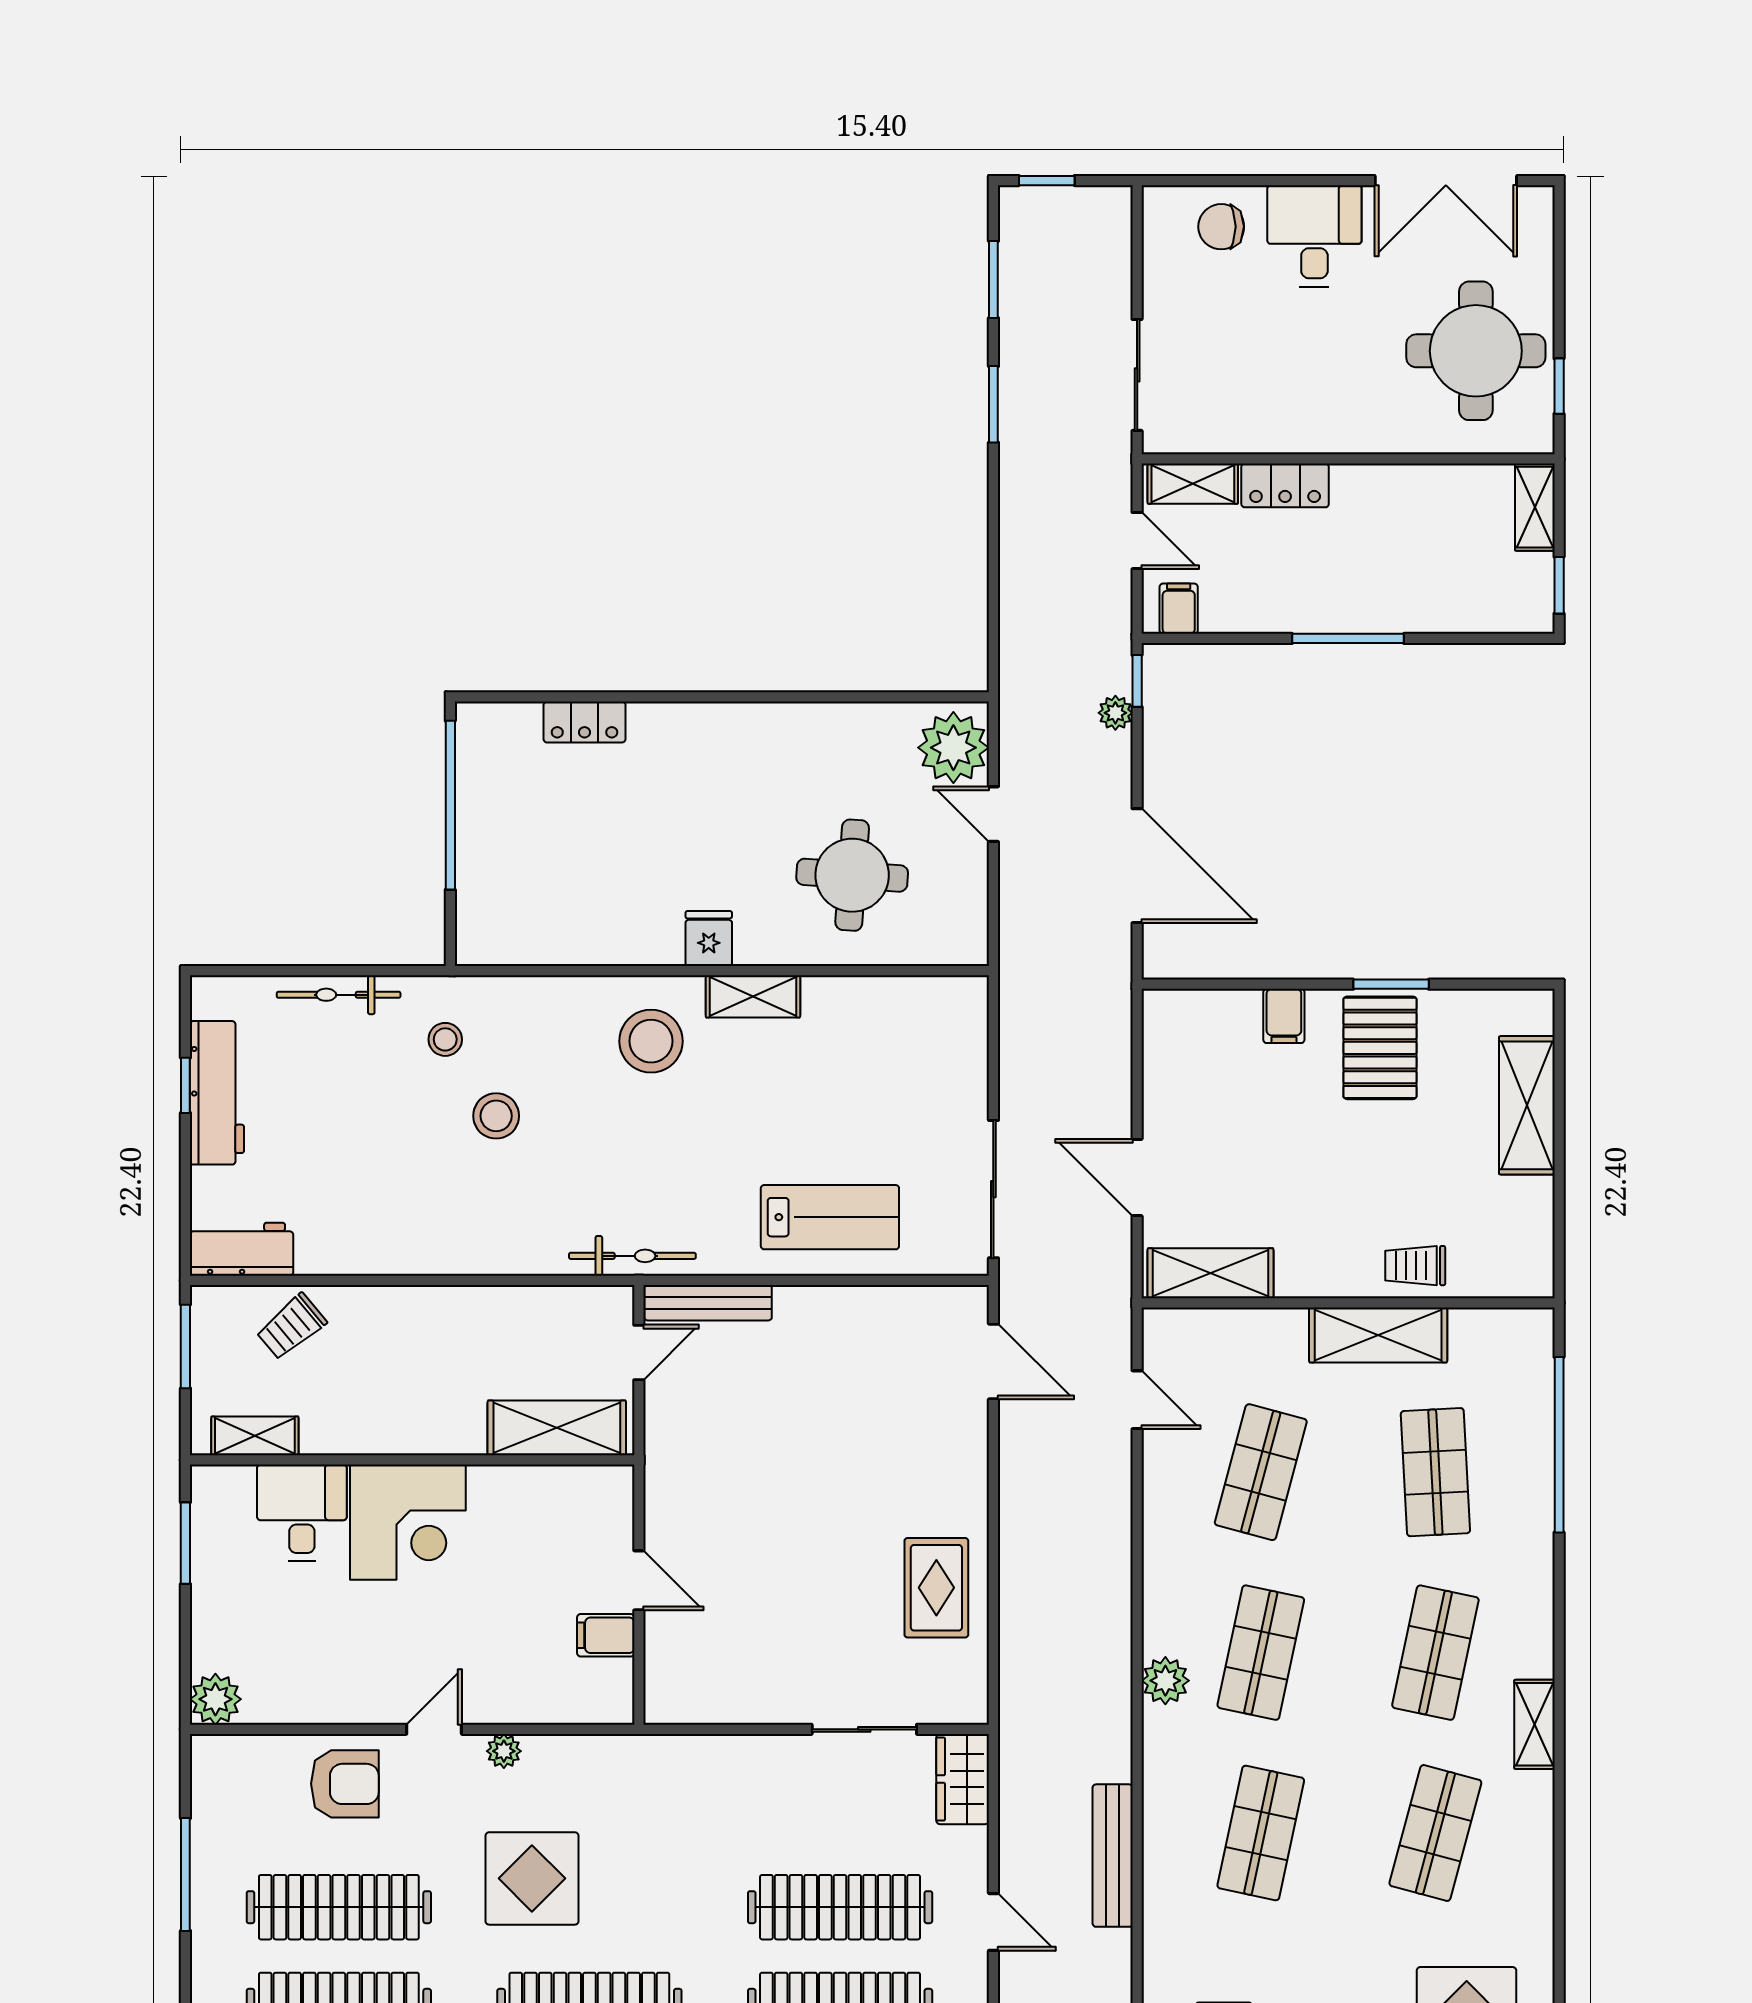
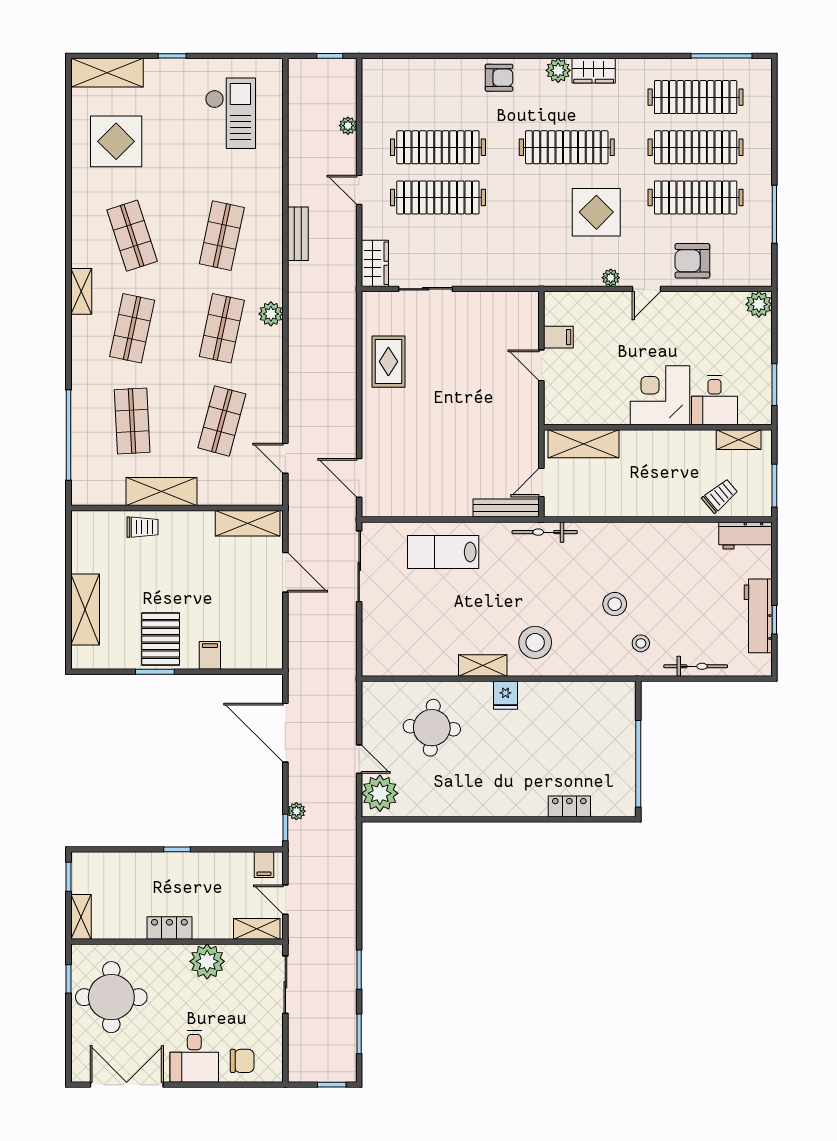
plant: (1289, 420) -> (207, 961), added
locker: (1285, 485) -> (169, 928), moved
window: (1348, 638) -> (177, 849), width x0.46
shop shelf: (1435, 1833) -> (132, 236), turned -33
bench: (1113, 1856) -> (298, 234), width x0.73

